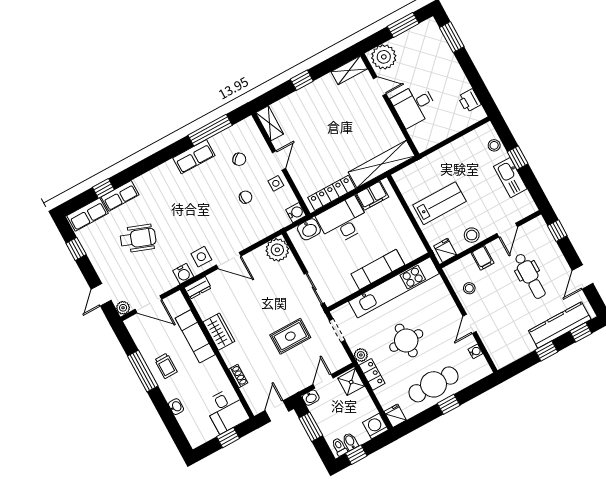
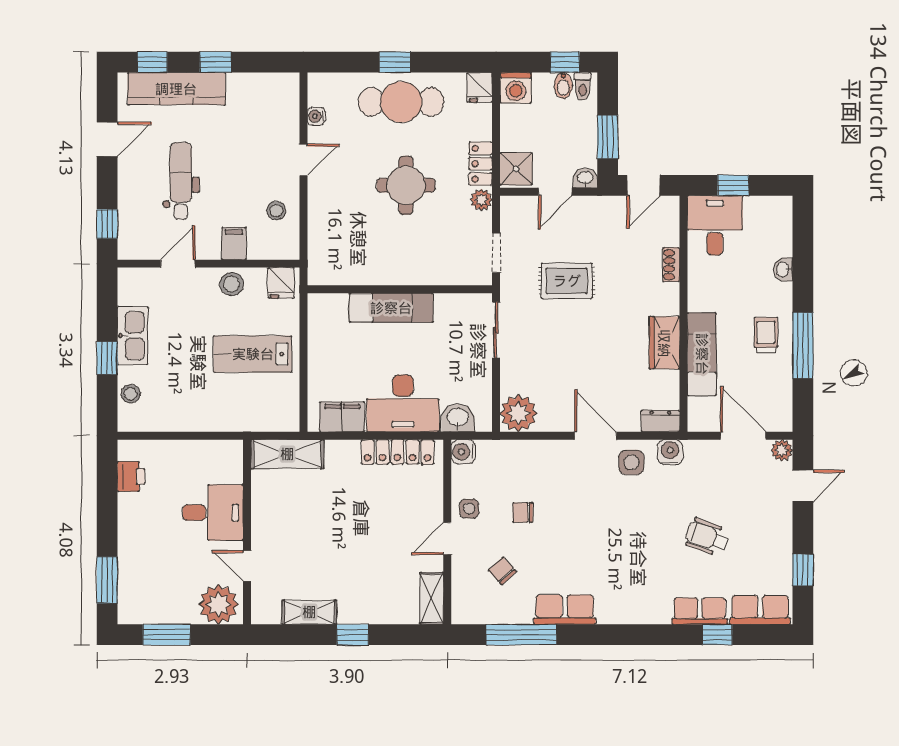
shelving: (349, 70) -> (309, 612), moved
shelving: (382, 164) -> (287, 454), width x0.68
wheelchair: (138, 238) -> (707, 537), width x0.73, depth x0.73
kitchen unit: (394, 287) -> (382, 270), removed

